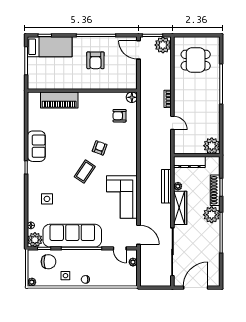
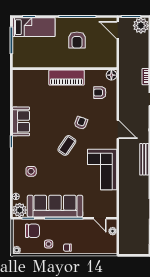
piano: (59, 100) -> (67, 78), moved
door: (139, 235) -> (118, 129), moved

